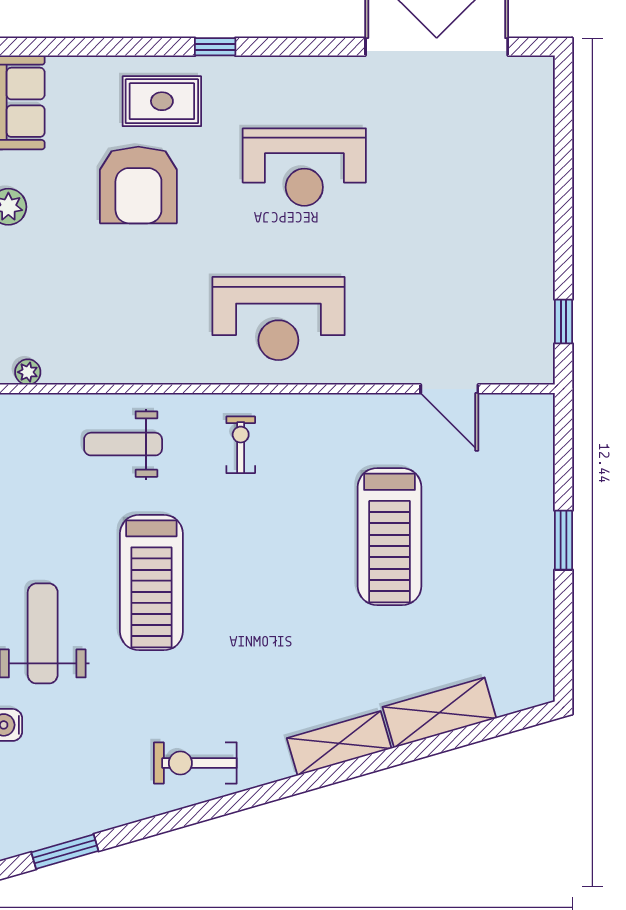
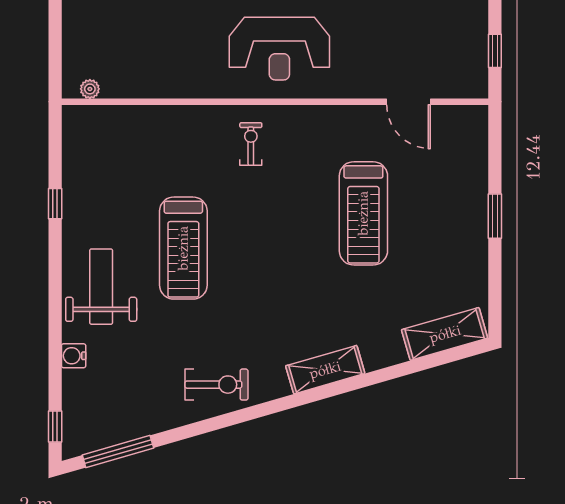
weight bench: (123, 444) -> (162, 143), removed
shelving: (439, 713) -> (445, 334), moved
exercise bike: (195, 763) -> (217, 385), turned 180
window: (65, 852) -> (118, 452), width x1.44

